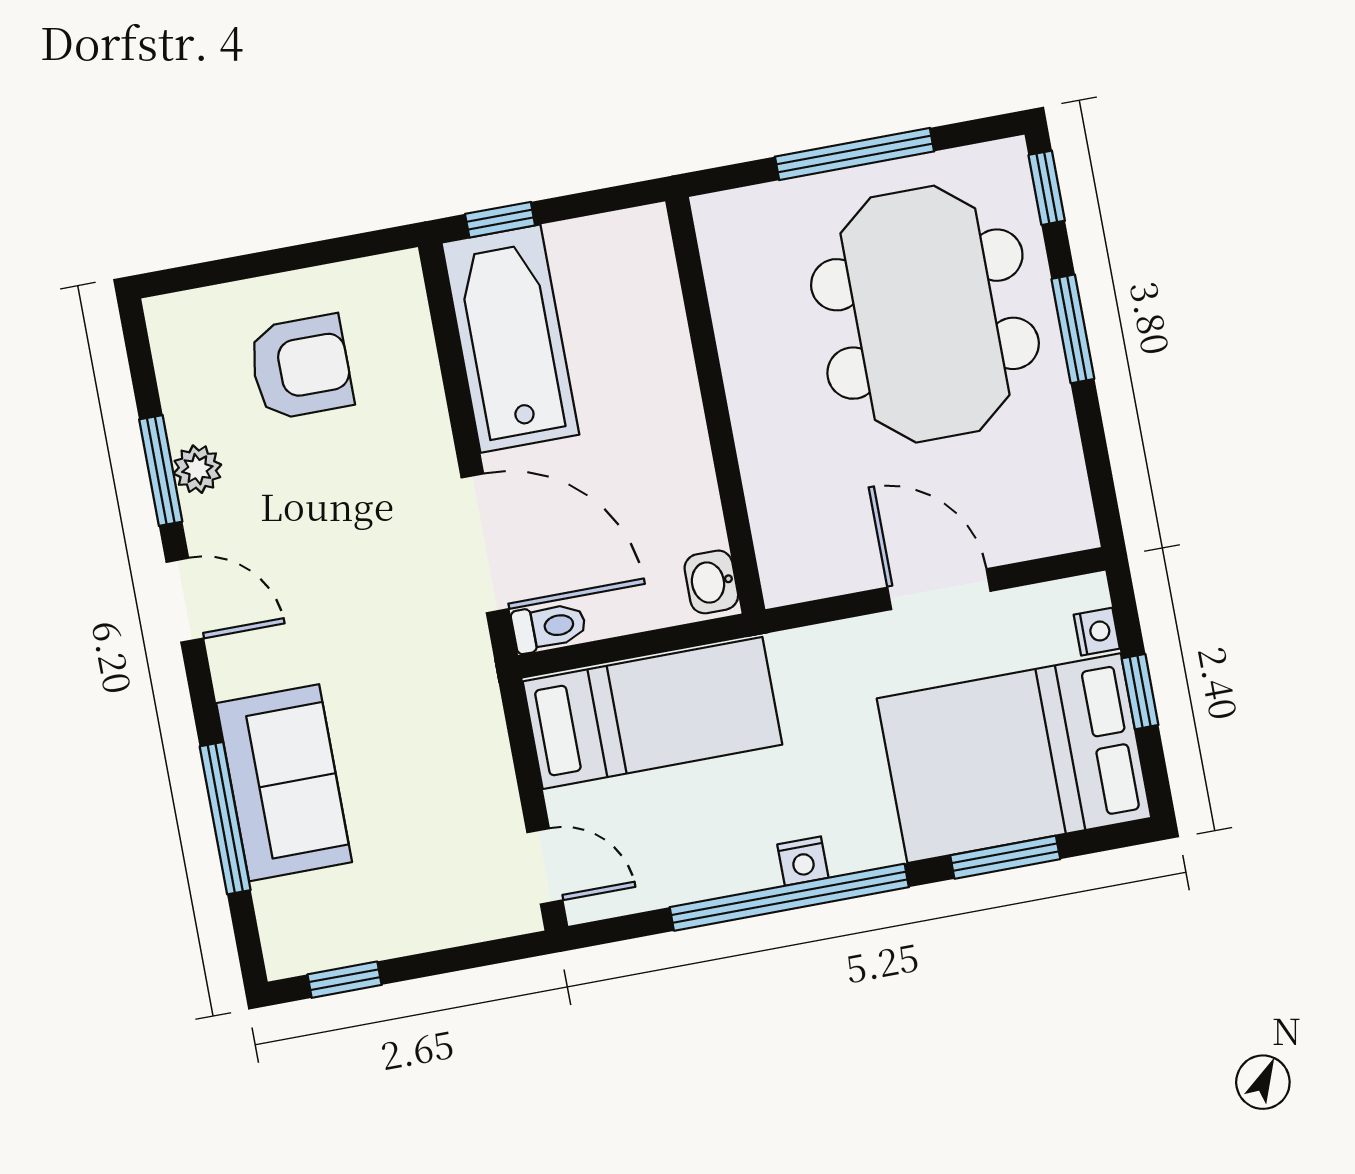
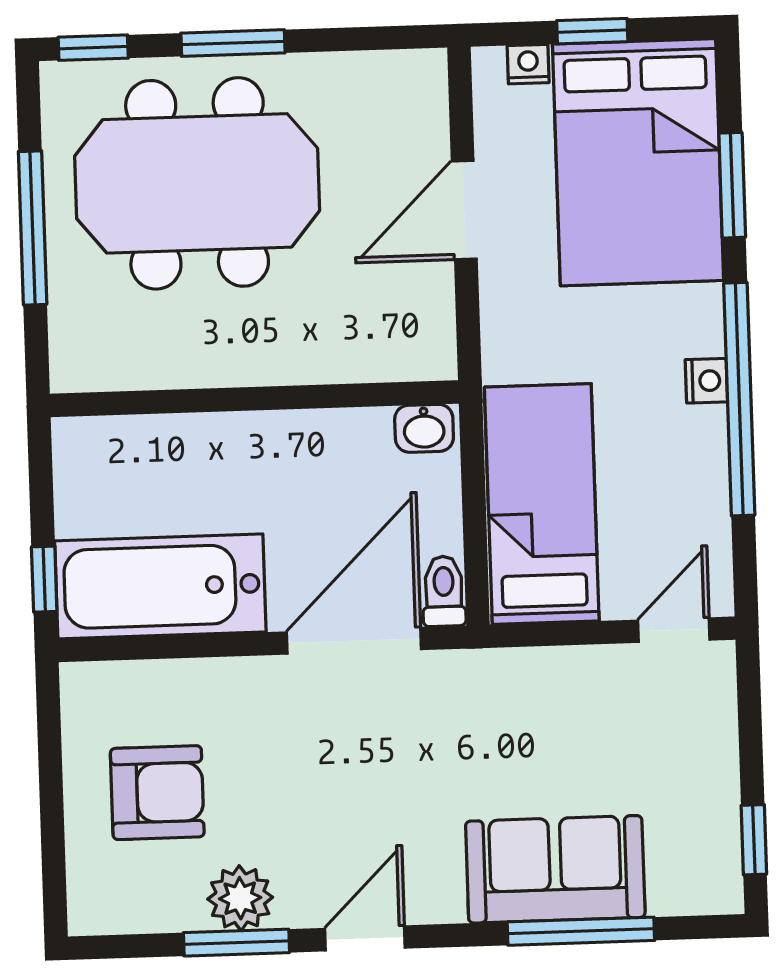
armchair: (301, 367) -> (157, 793), turned 90
plant: (197, 469) -> (240, 898), width x1.38, depth x1.38

